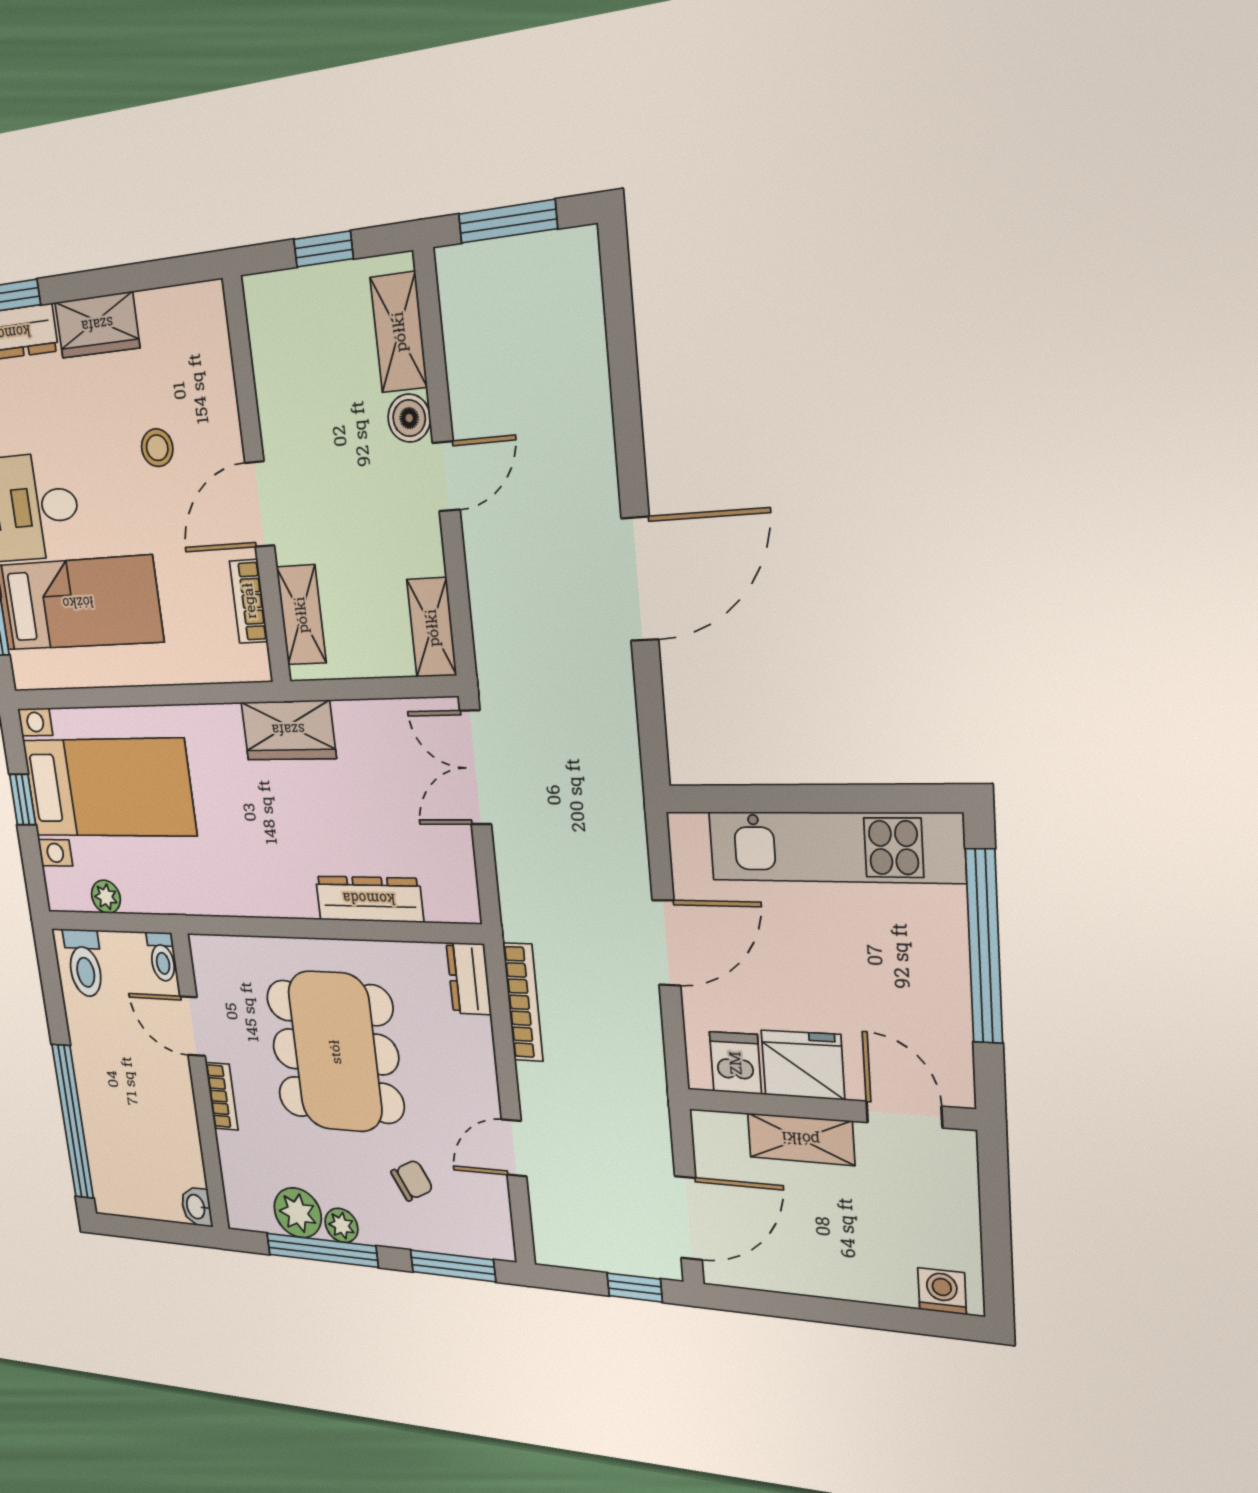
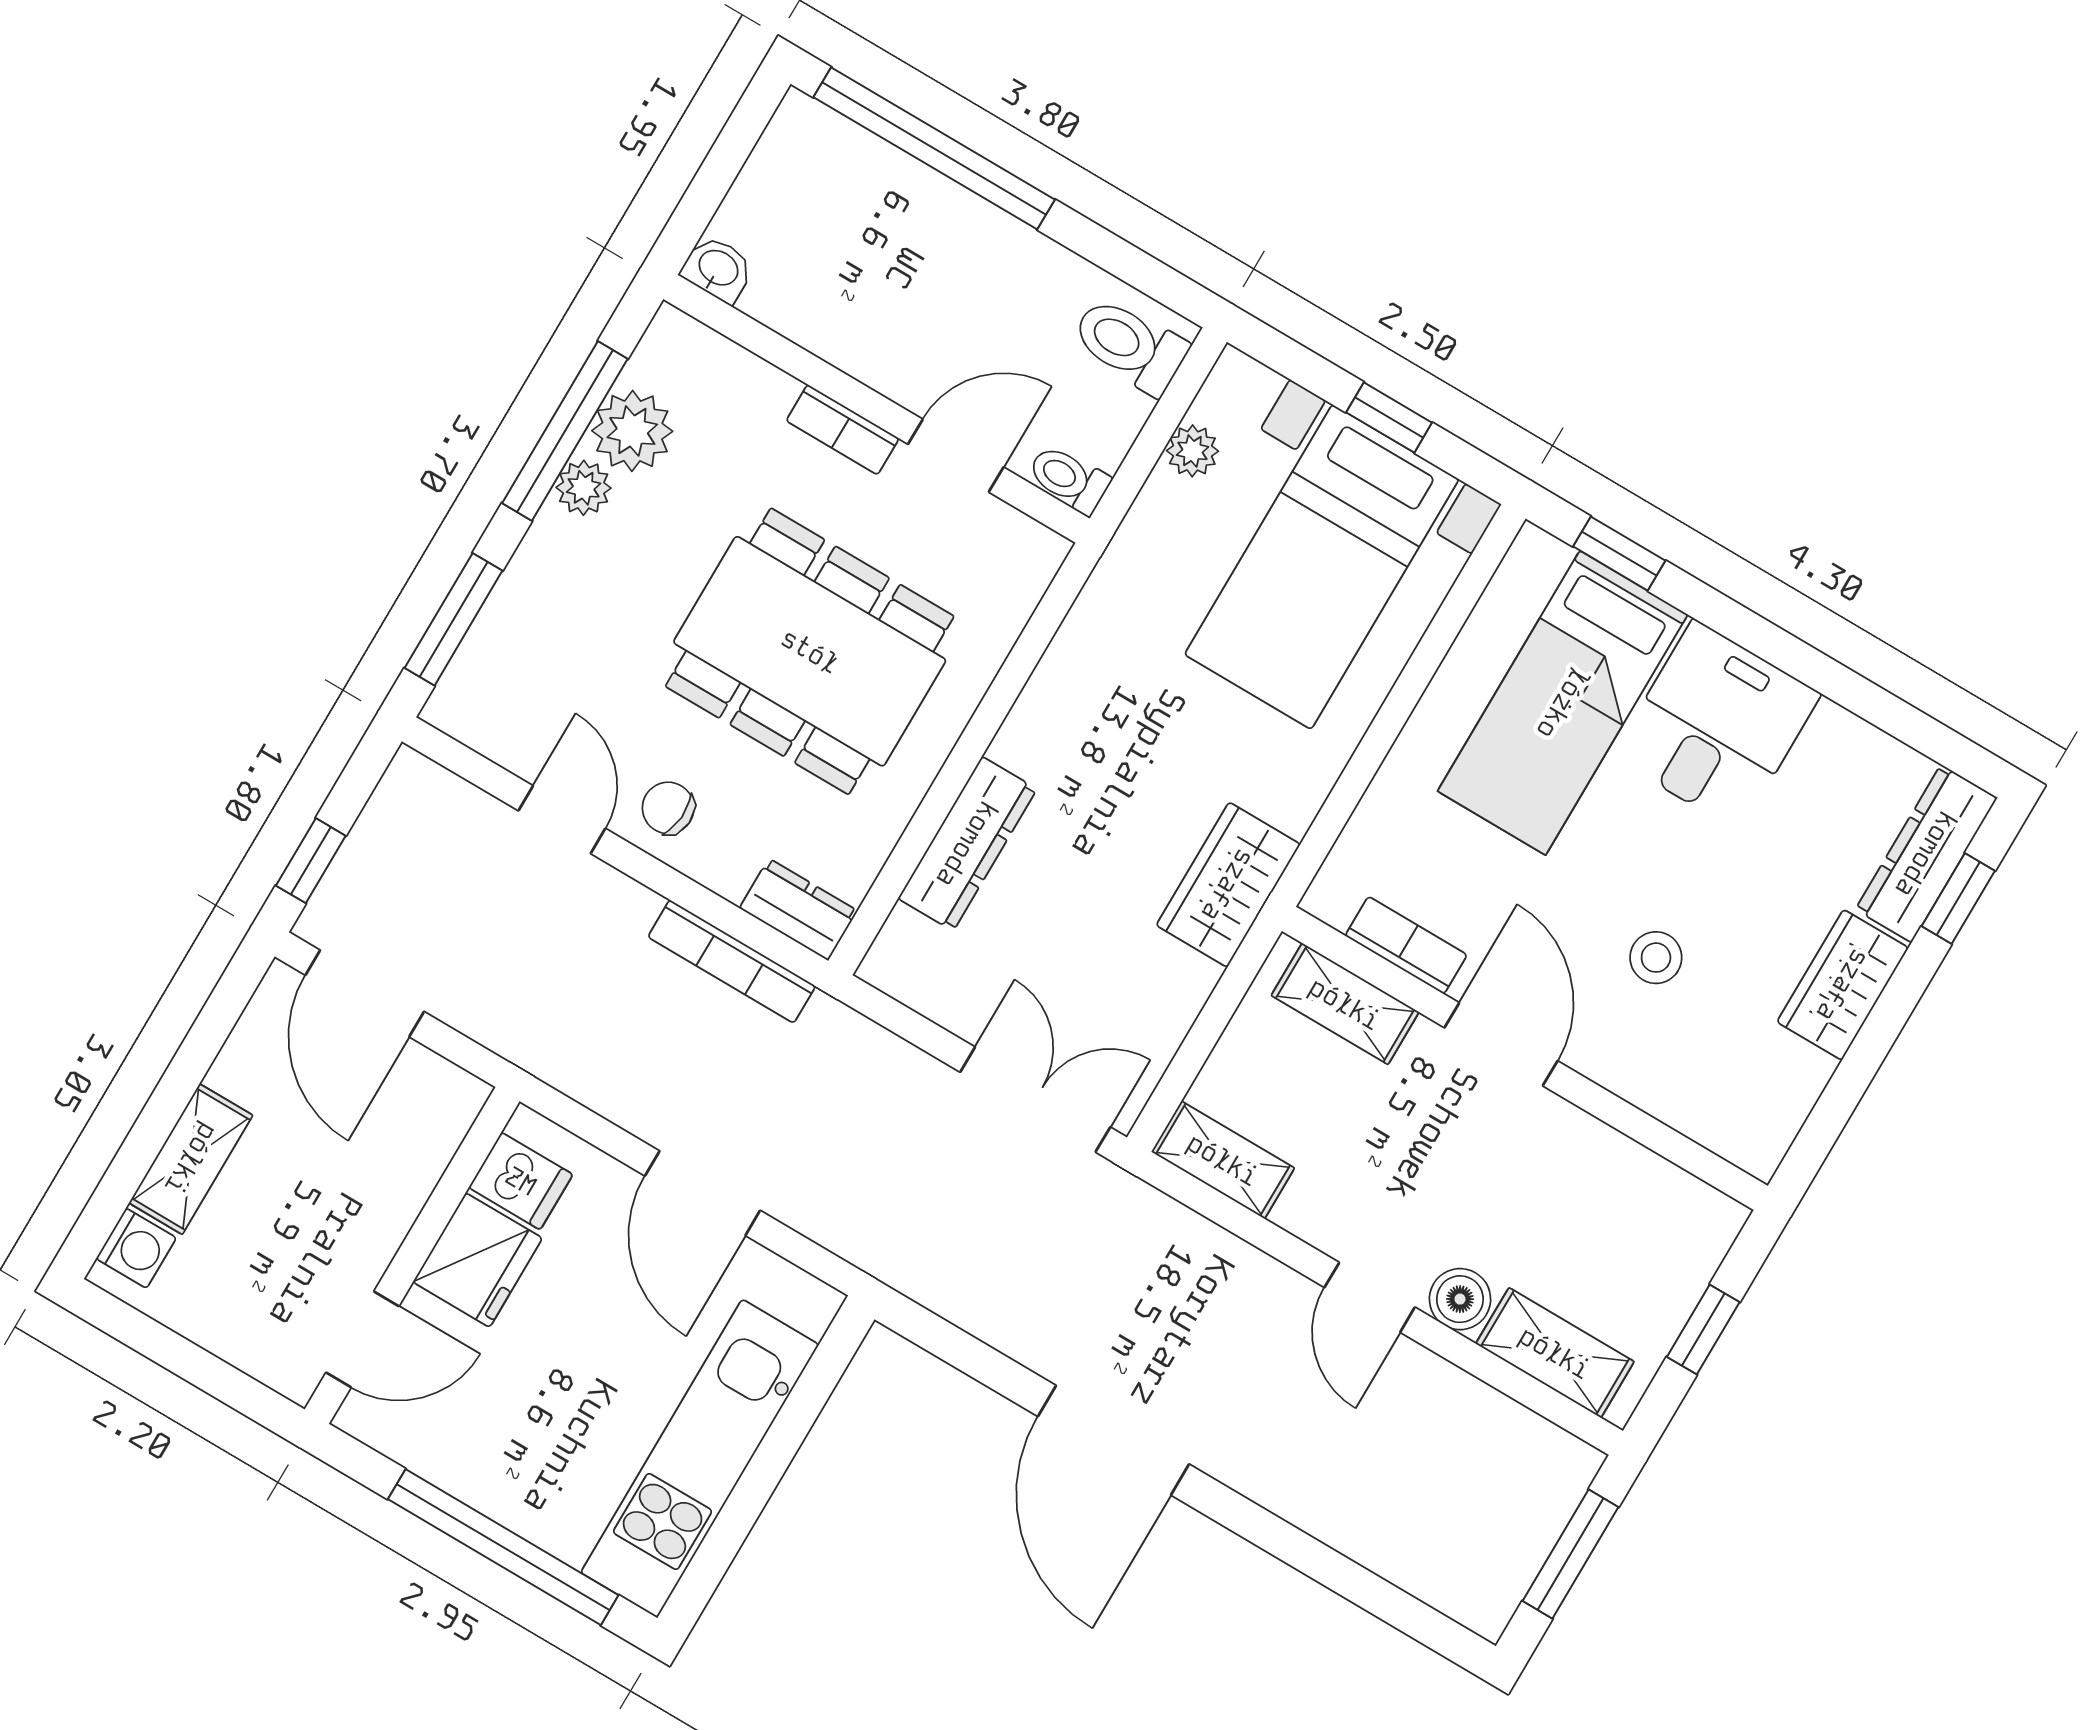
shelving: (801, 1139) -> (191, 1159), moved
chair: (412, 1180) -> (668, 808), moved, turned 121

